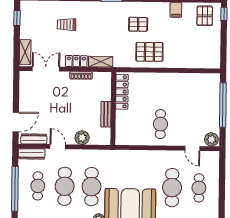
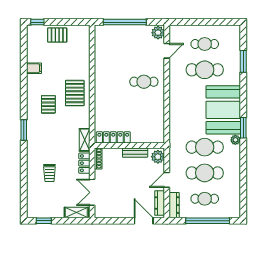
pallet: (205, 16) -> (57, 35), moved
locker: (122, 92) -> (113, 137), moved
wall: (113, 109) -> (129, 145), moved
bench: (106, 114) -> (135, 153), moved

